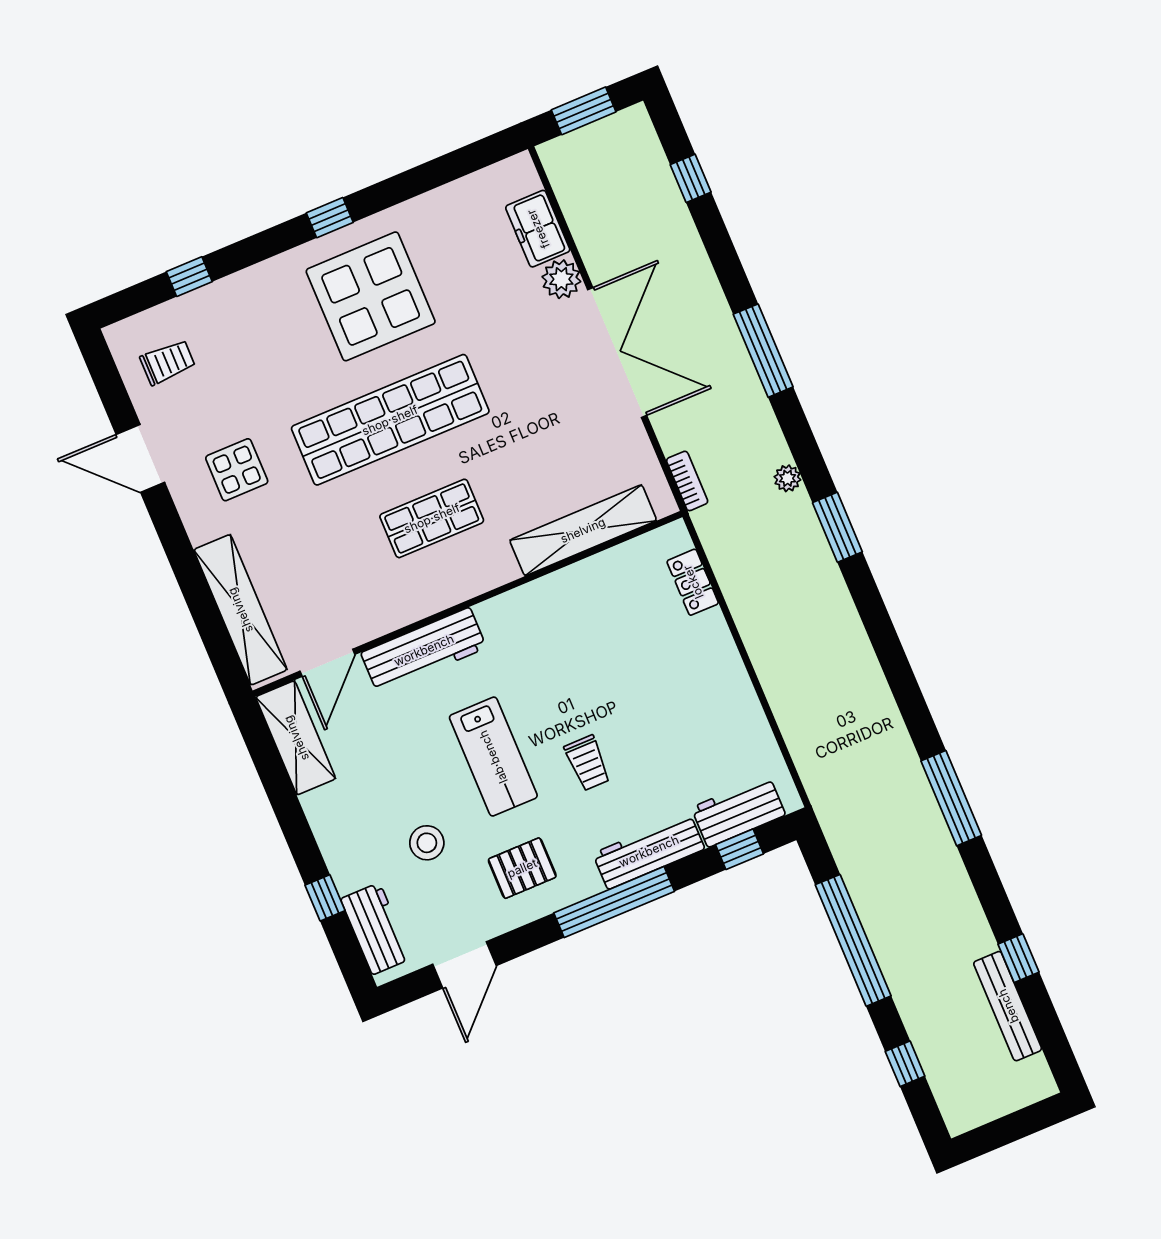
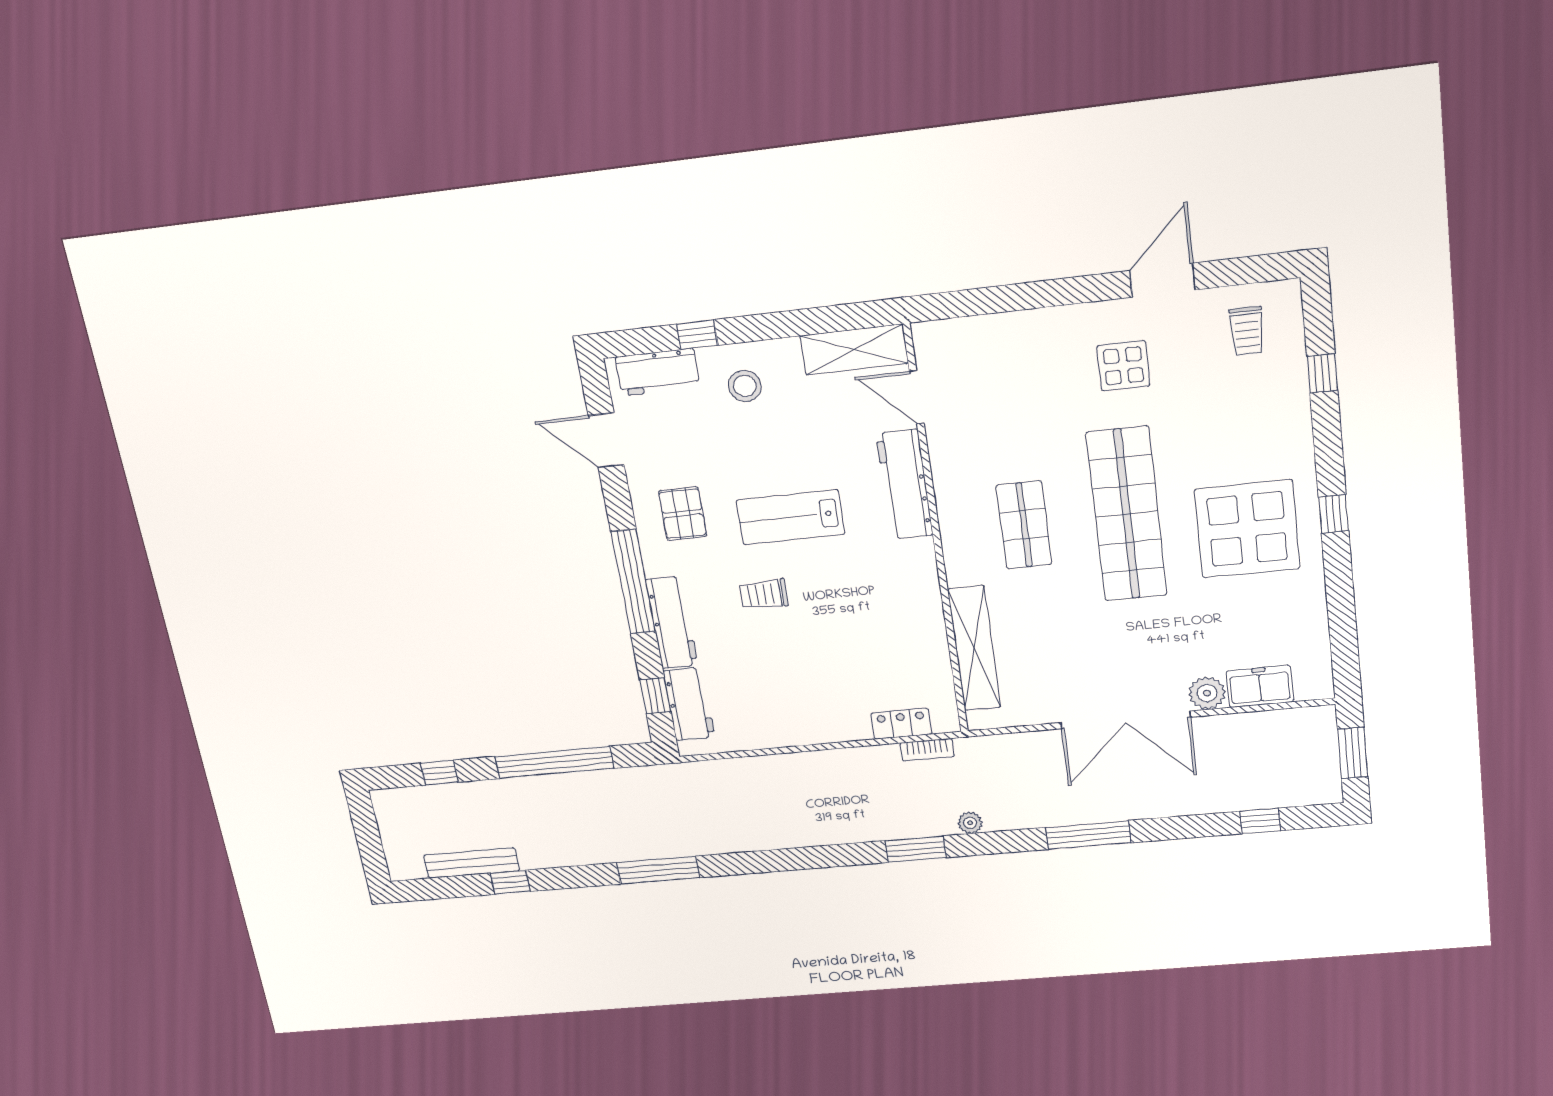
bookcase: (687, 481) -> (927, 750), moved
shelving: (240, 610) -> (989, 333), removed
stool: (427, 843) -> (745, 386), moved

